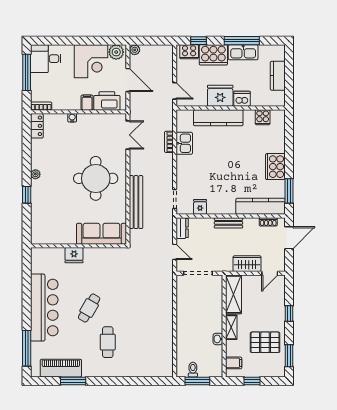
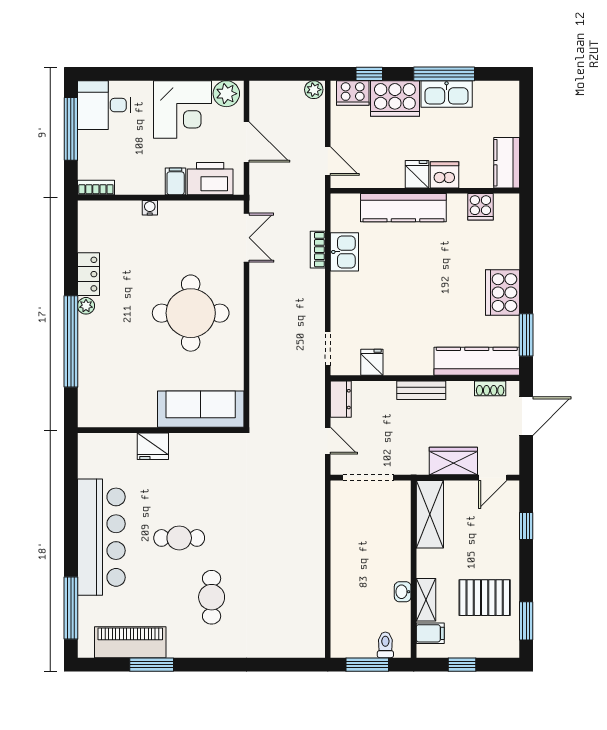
plant: (135, 50) -> (314, 90), moved
kitchen counter: (278, 76) -> (507, 163), moved
fridge: (220, 96) -> (417, 174), width x0.53, depth x0.75
locker: (37, 126) -> (88, 274), moved
window: (27, 195) -> (71, 341), width x3.17
bench: (136, 202) -> (261, 354), removed
cafe table: (89, 308) -> (179, 538), turned 60
window: (289, 313) -> (526, 526), moved
shelving: (231, 327) -> (426, 600), moved
toilet: (193, 370) -> (385, 645), moved

